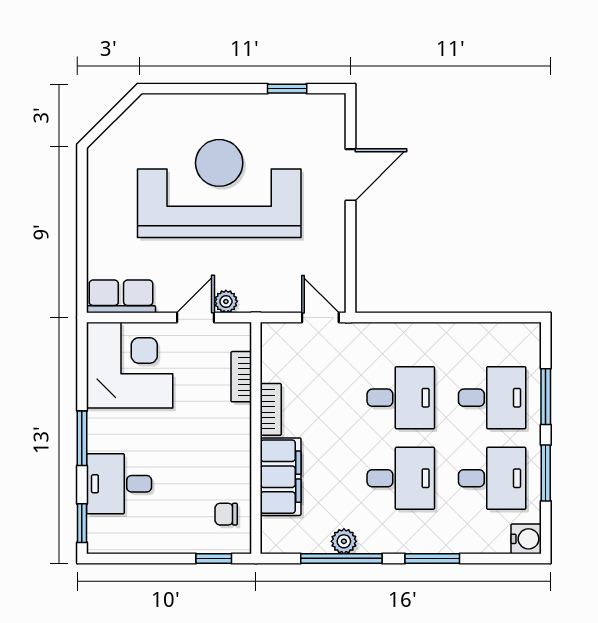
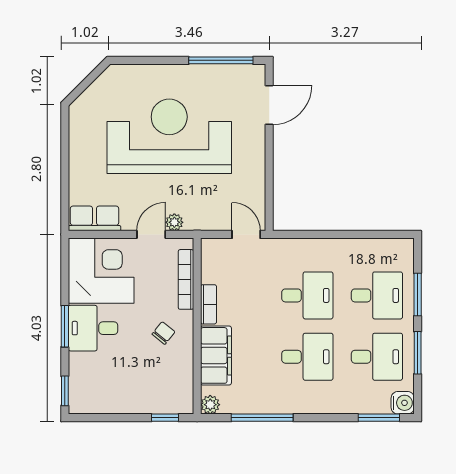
window: (287, 89) -> (221, 60), width x2.17
door: (350, 175) -> (269, 105), moved
bookcase: (241, 377) -> (186, 279), width x1.56
desk: (119, 484) -> (93, 328), moved
chair: (226, 514) -> (164, 333), moved, turned 129
plant: (344, 541) -> (210, 405), moved
window: (432, 558) -> (379, 418), moved

